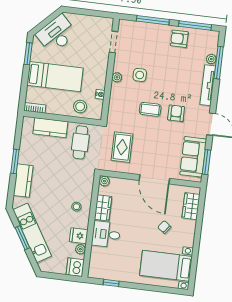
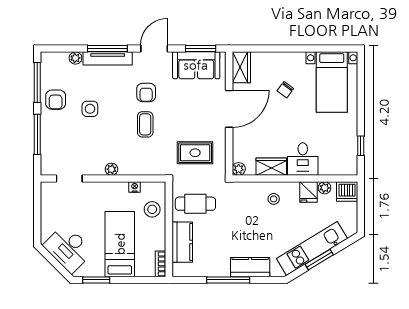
window: (219, 63) -> (107, 49), moved
side table: (140, 75) -> (90, 109), moved
armchair: (176, 113) -> (146, 92), turned -90
window: (15, 161) -> (228, 280), width x1.44
wardrobe: (191, 206) -> (241, 67), moved, turned -90

